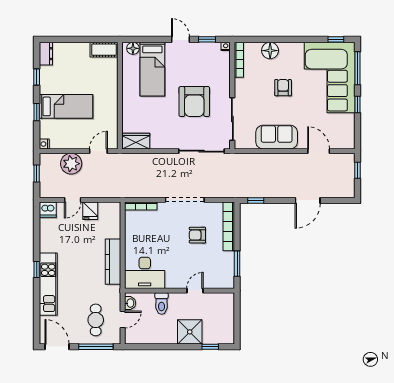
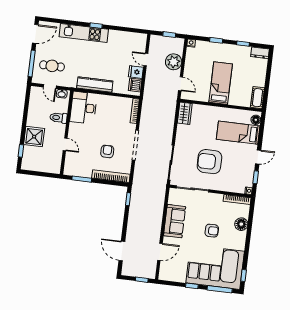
bed: (66, 106) -> (221, 83), moved, turned 180
door: (308, 201) -> (122, 251), moved
dishwasher: (48, 210) -> (135, 85), moved

